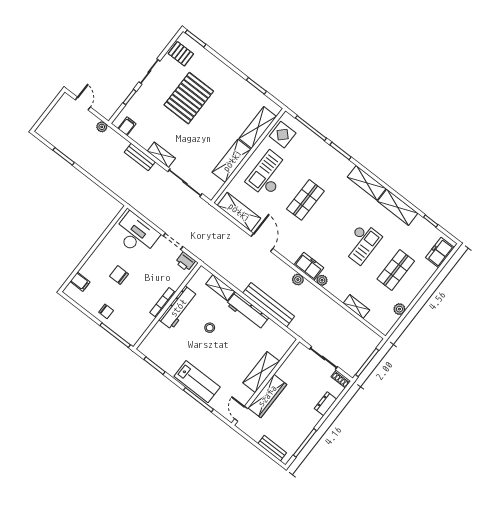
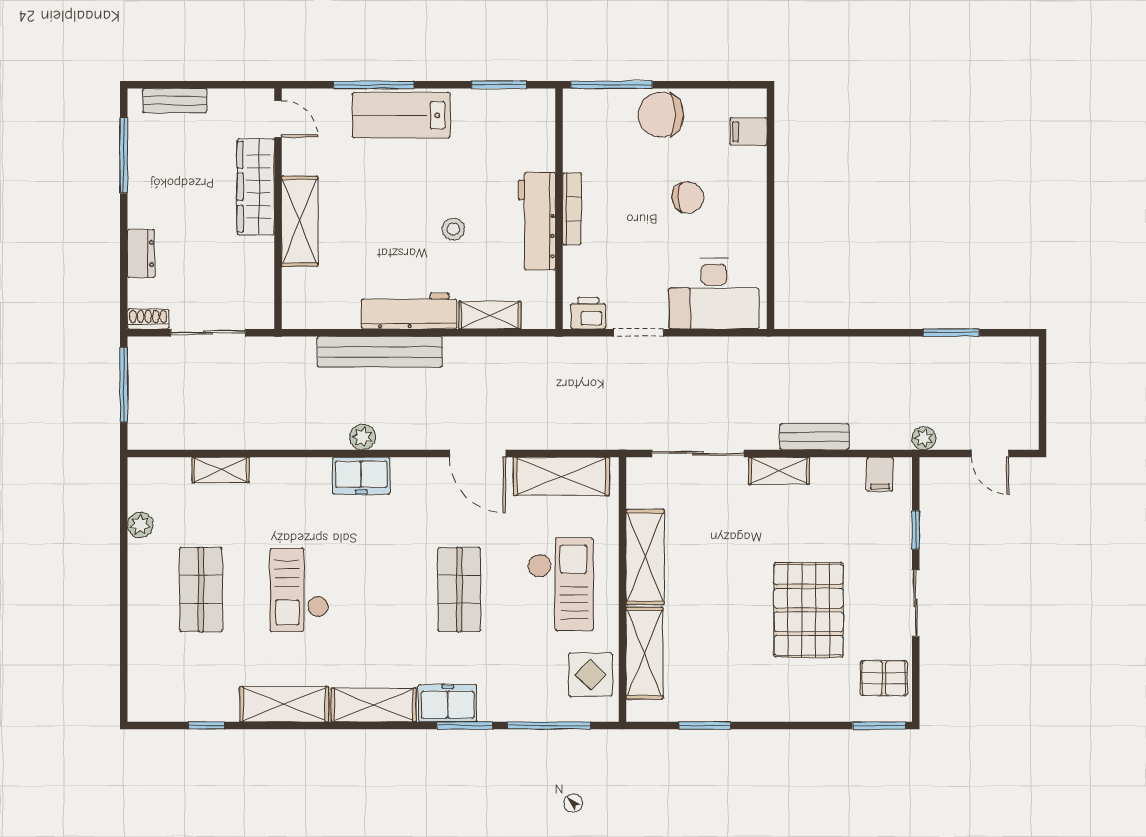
freezer: (440, 253) -> (448, 703), moved, turned -90
plant: (322, 280) -> (318, 469), removed
chair: (106, 311) -> (661, 115), width x1.87, depth x1.87

